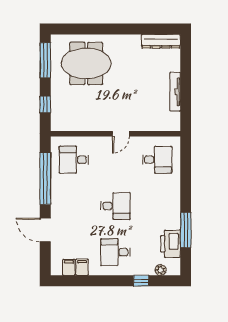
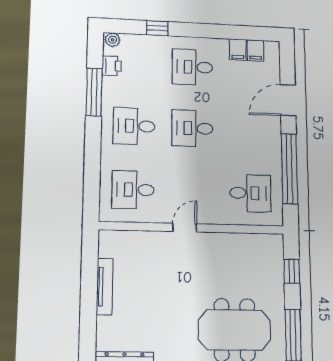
desk: (157, 206) -> (134, 126), added
door: (45, 230) -> (288, 100), swing flipped
printer: (170, 244) -> (112, 66), width x0.53, depth x0.68
desk: (115, 252) -> (192, 67), turned 180
plant: (161, 270) -> (113, 40), moved

